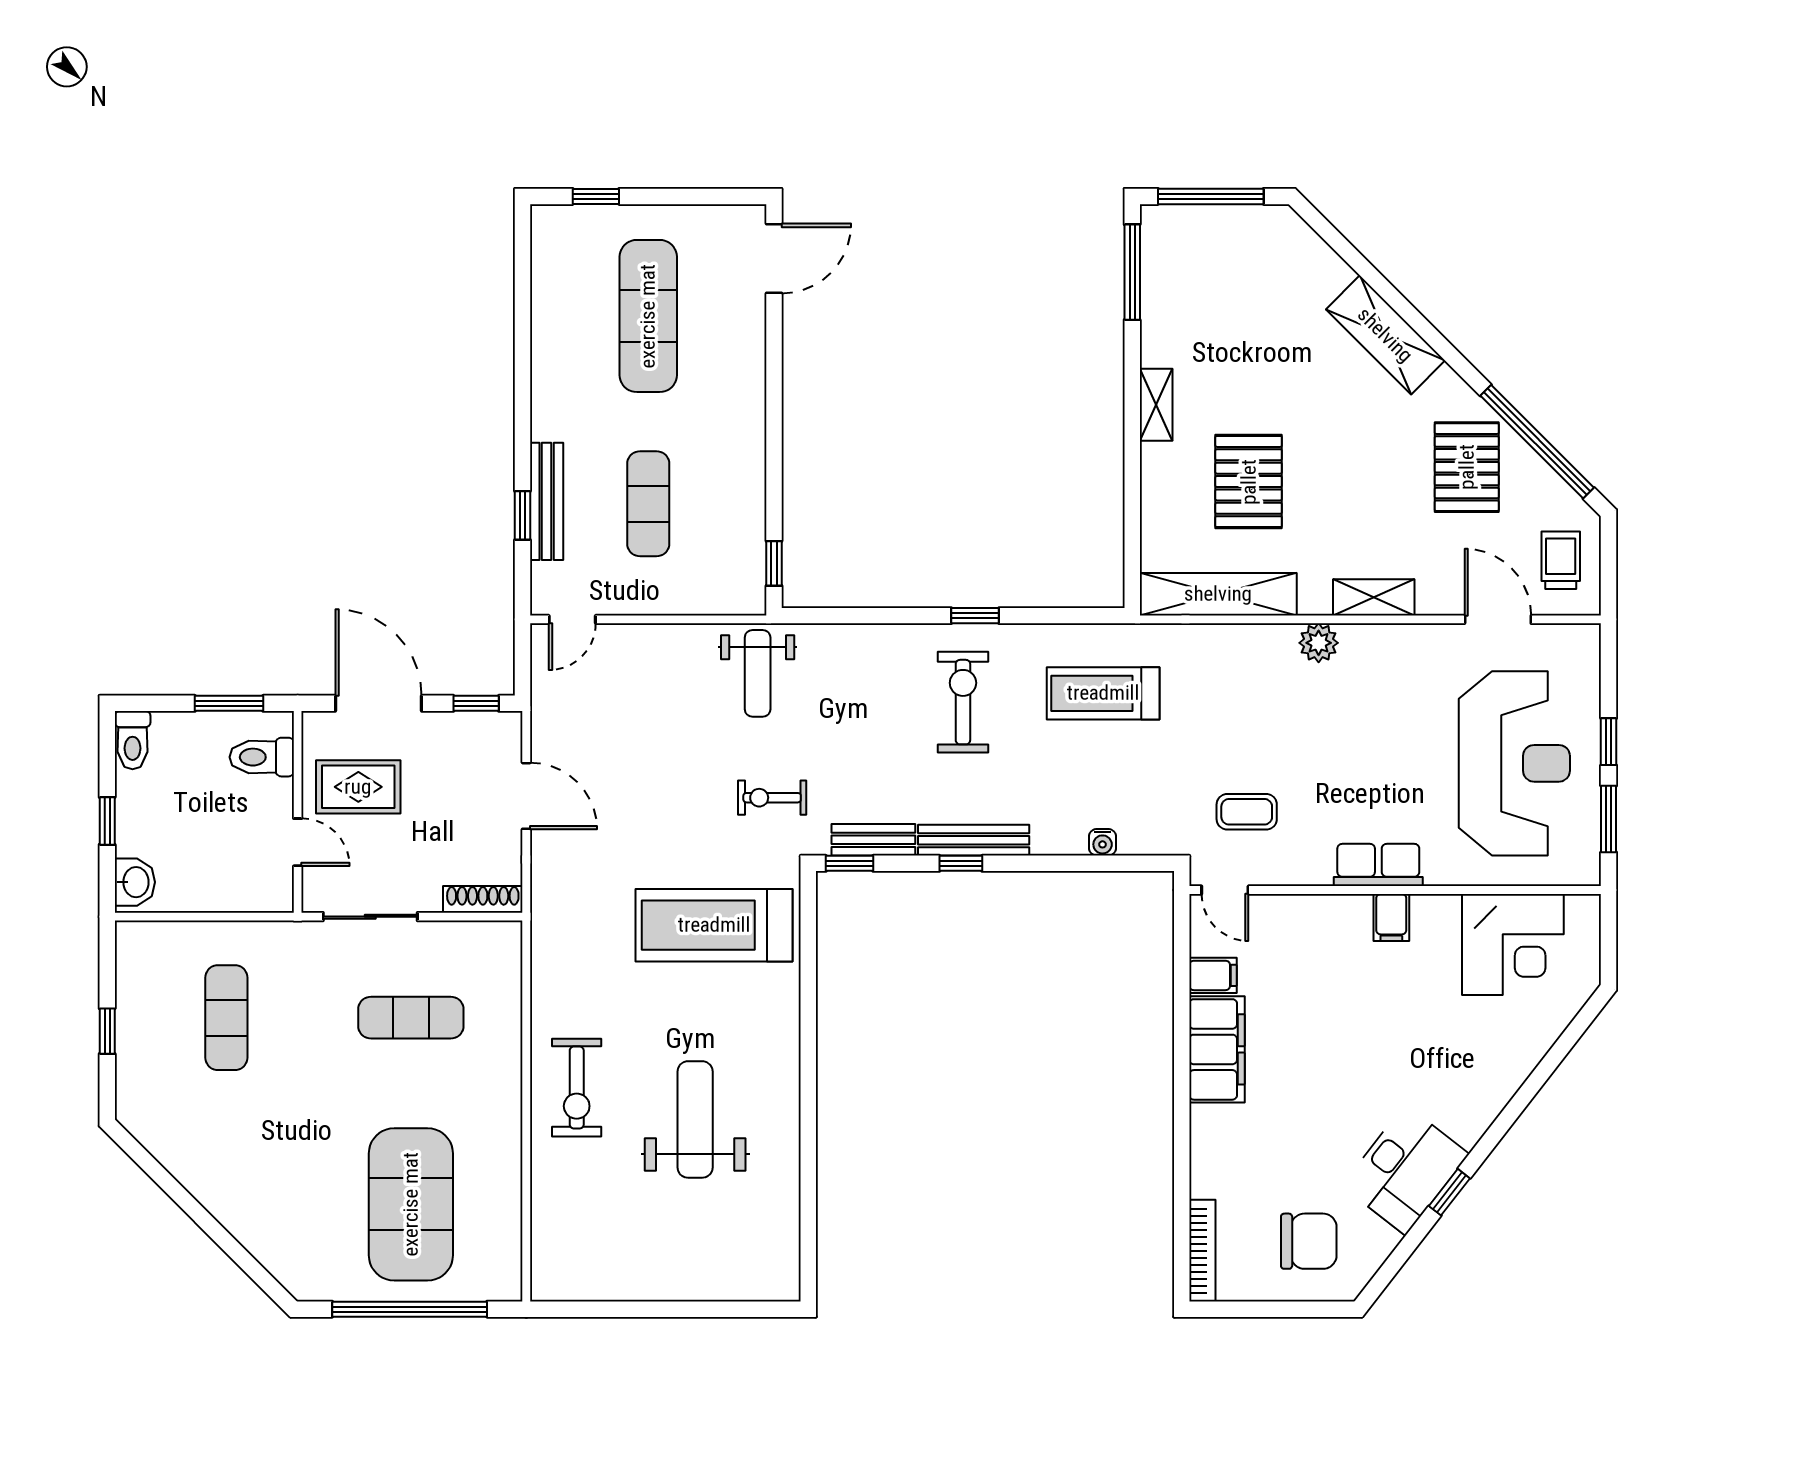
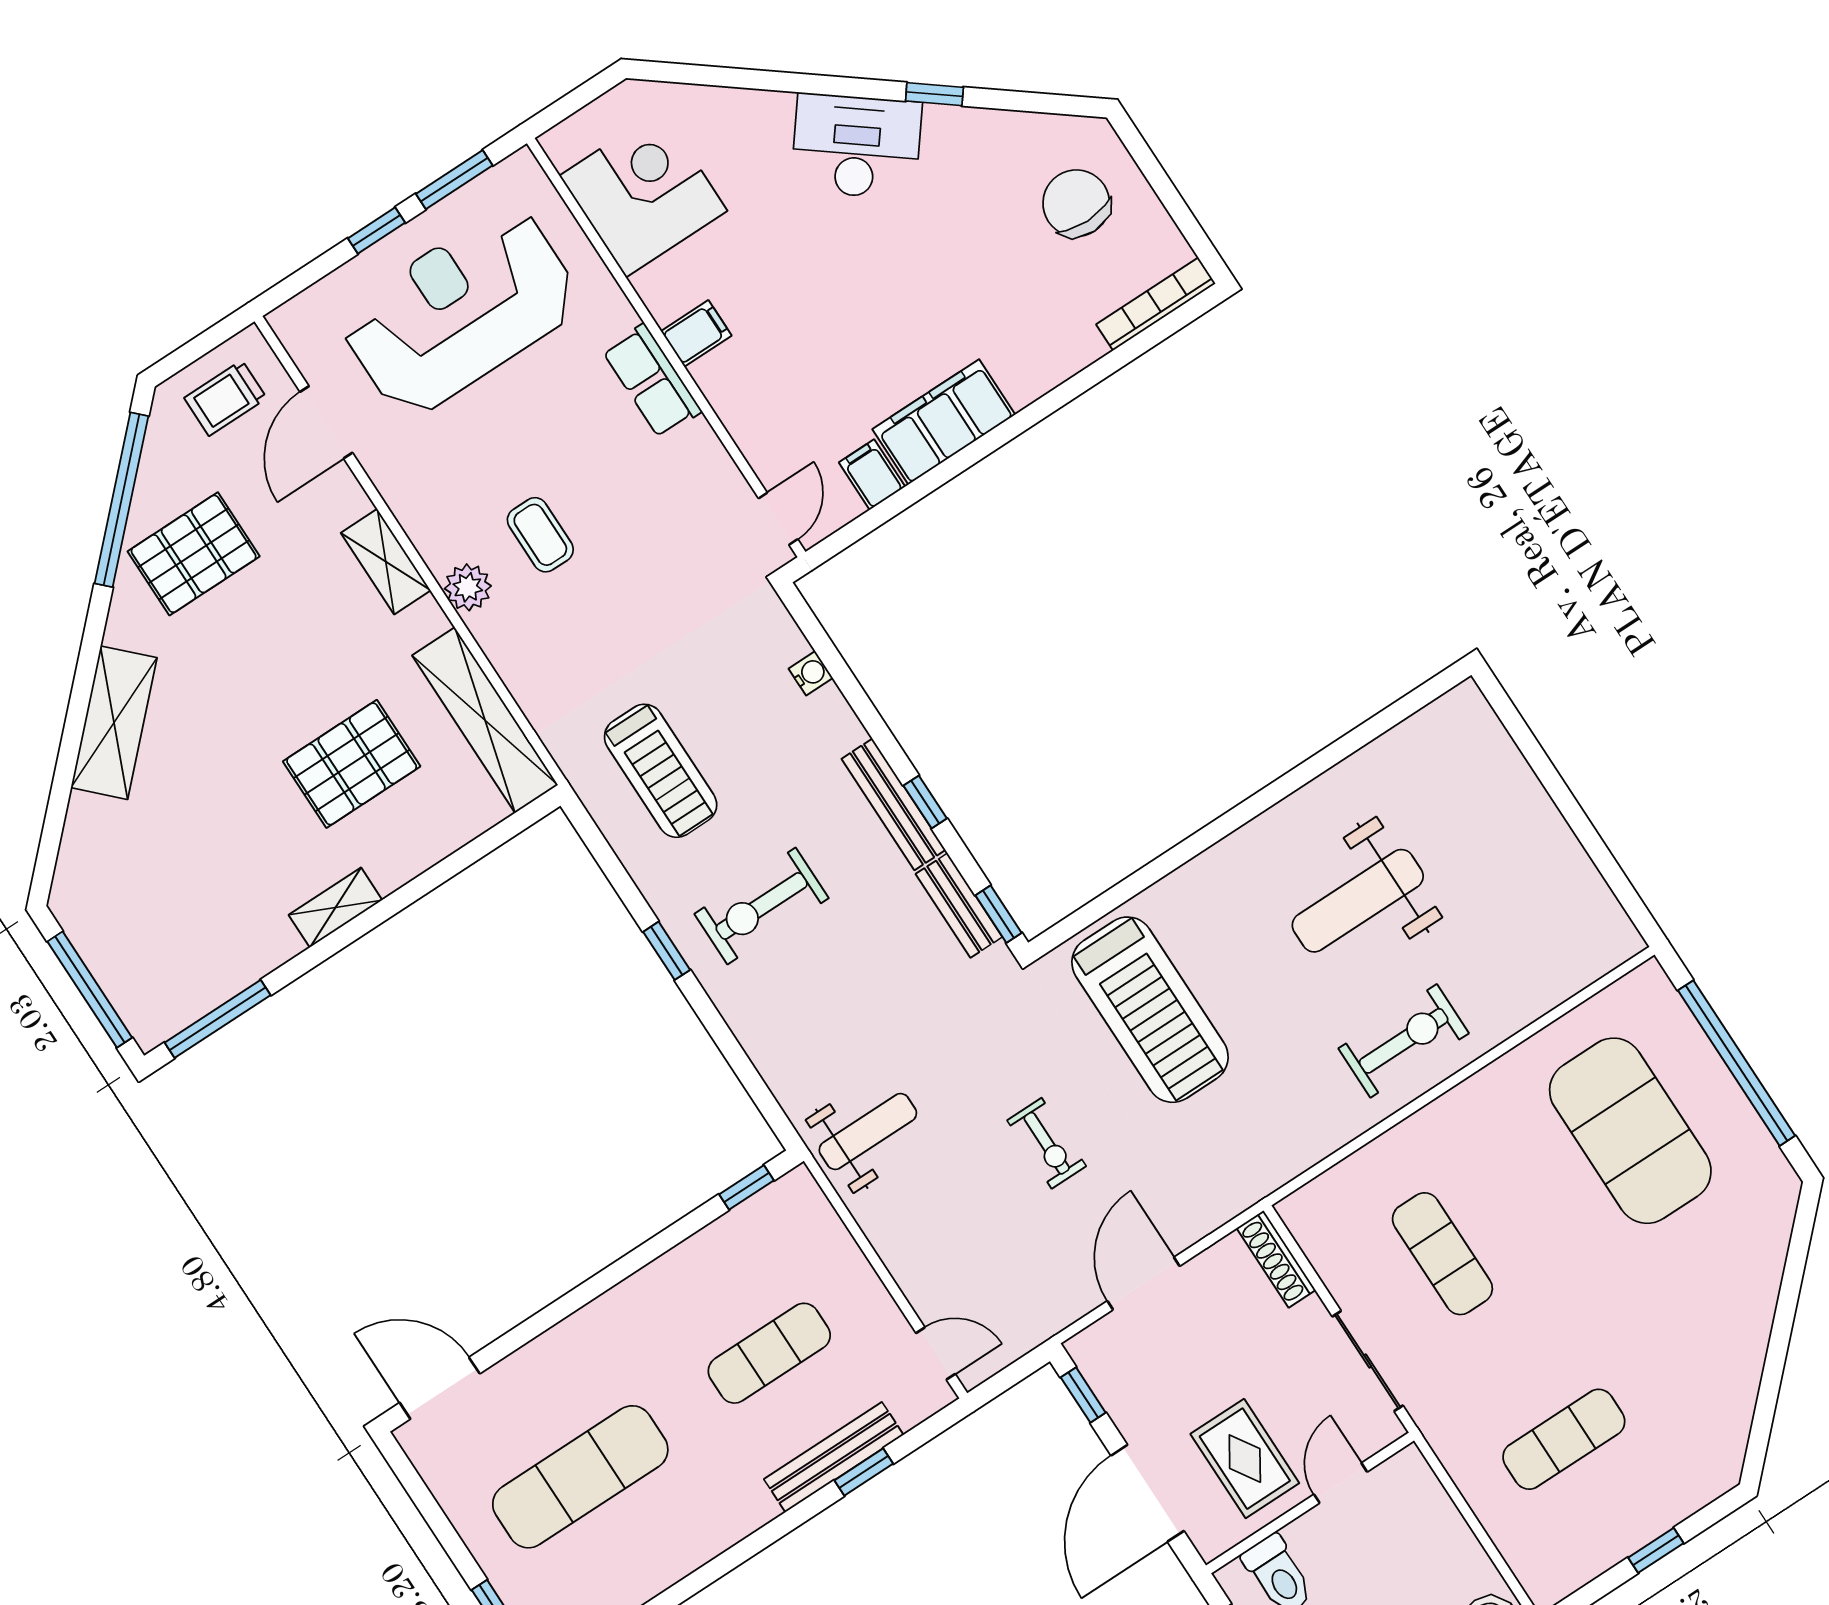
exercise bike: (772, 798) -> (1047, 1143), moved
coffee table: (1247, 812) -> (540, 535), moved
desk: (1405, 1170) -> (856, 146), moved
exercise mat: (411, 1204) -> (1630, 1131), turned 90

